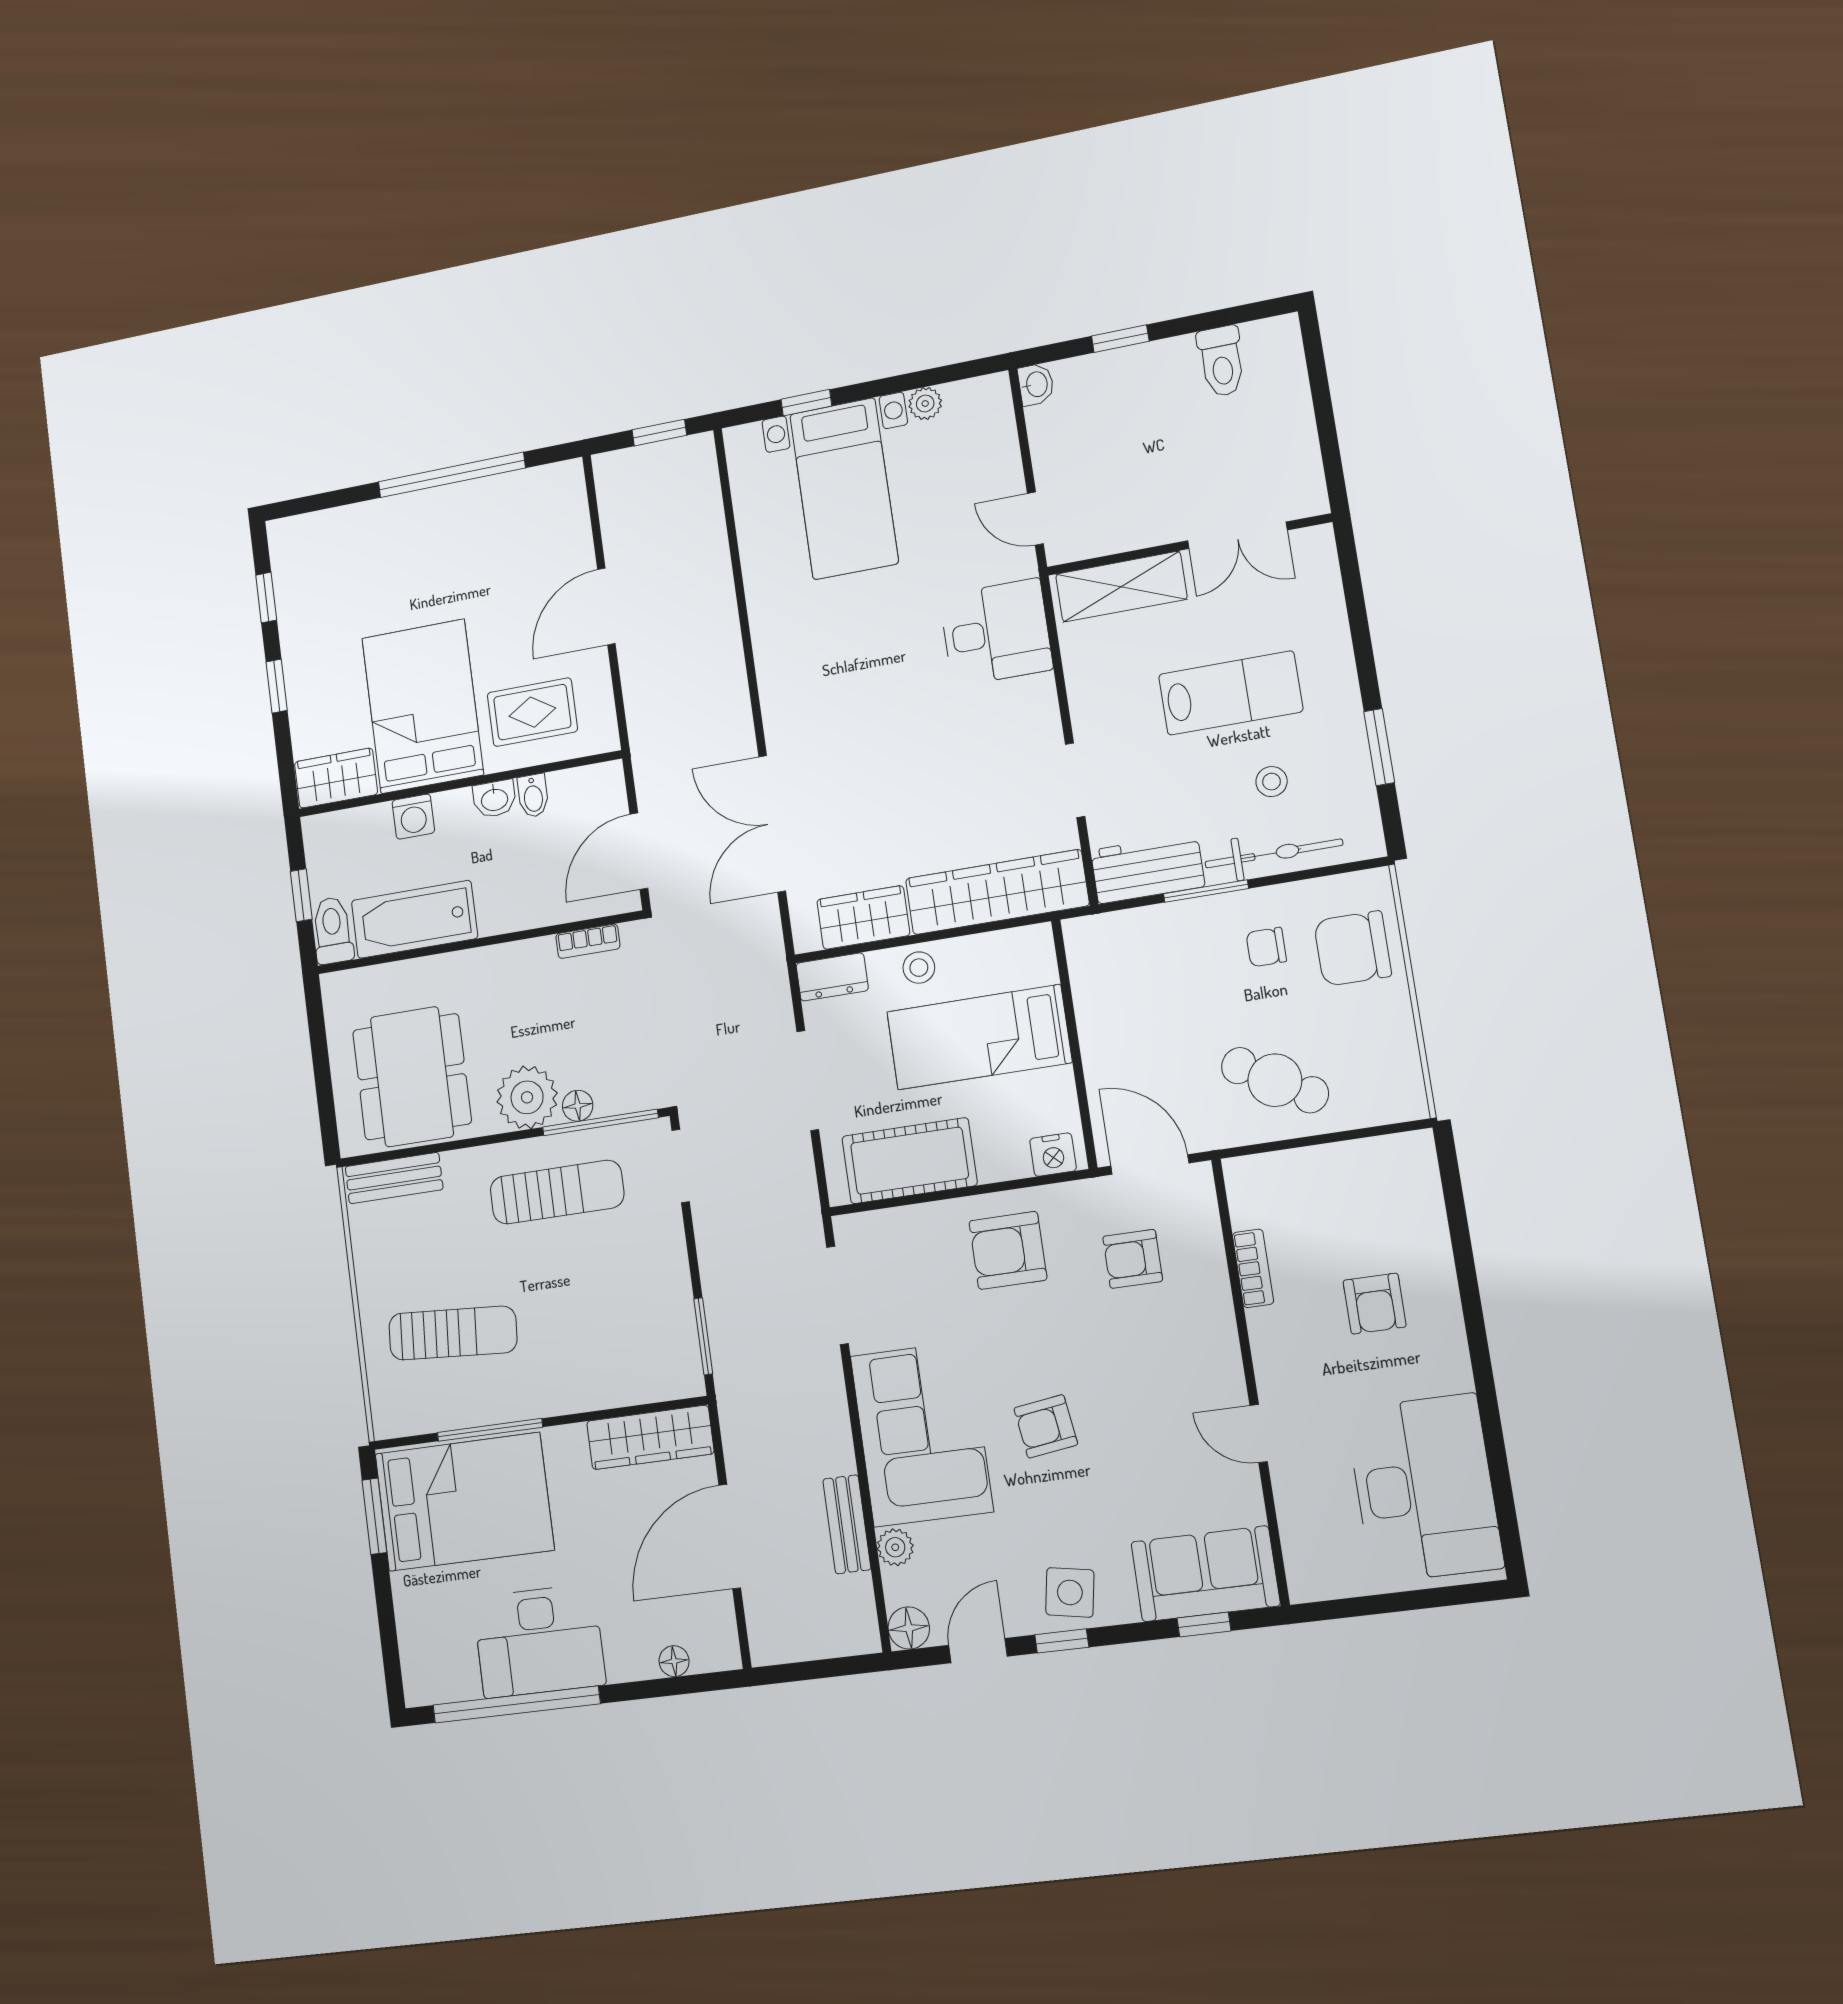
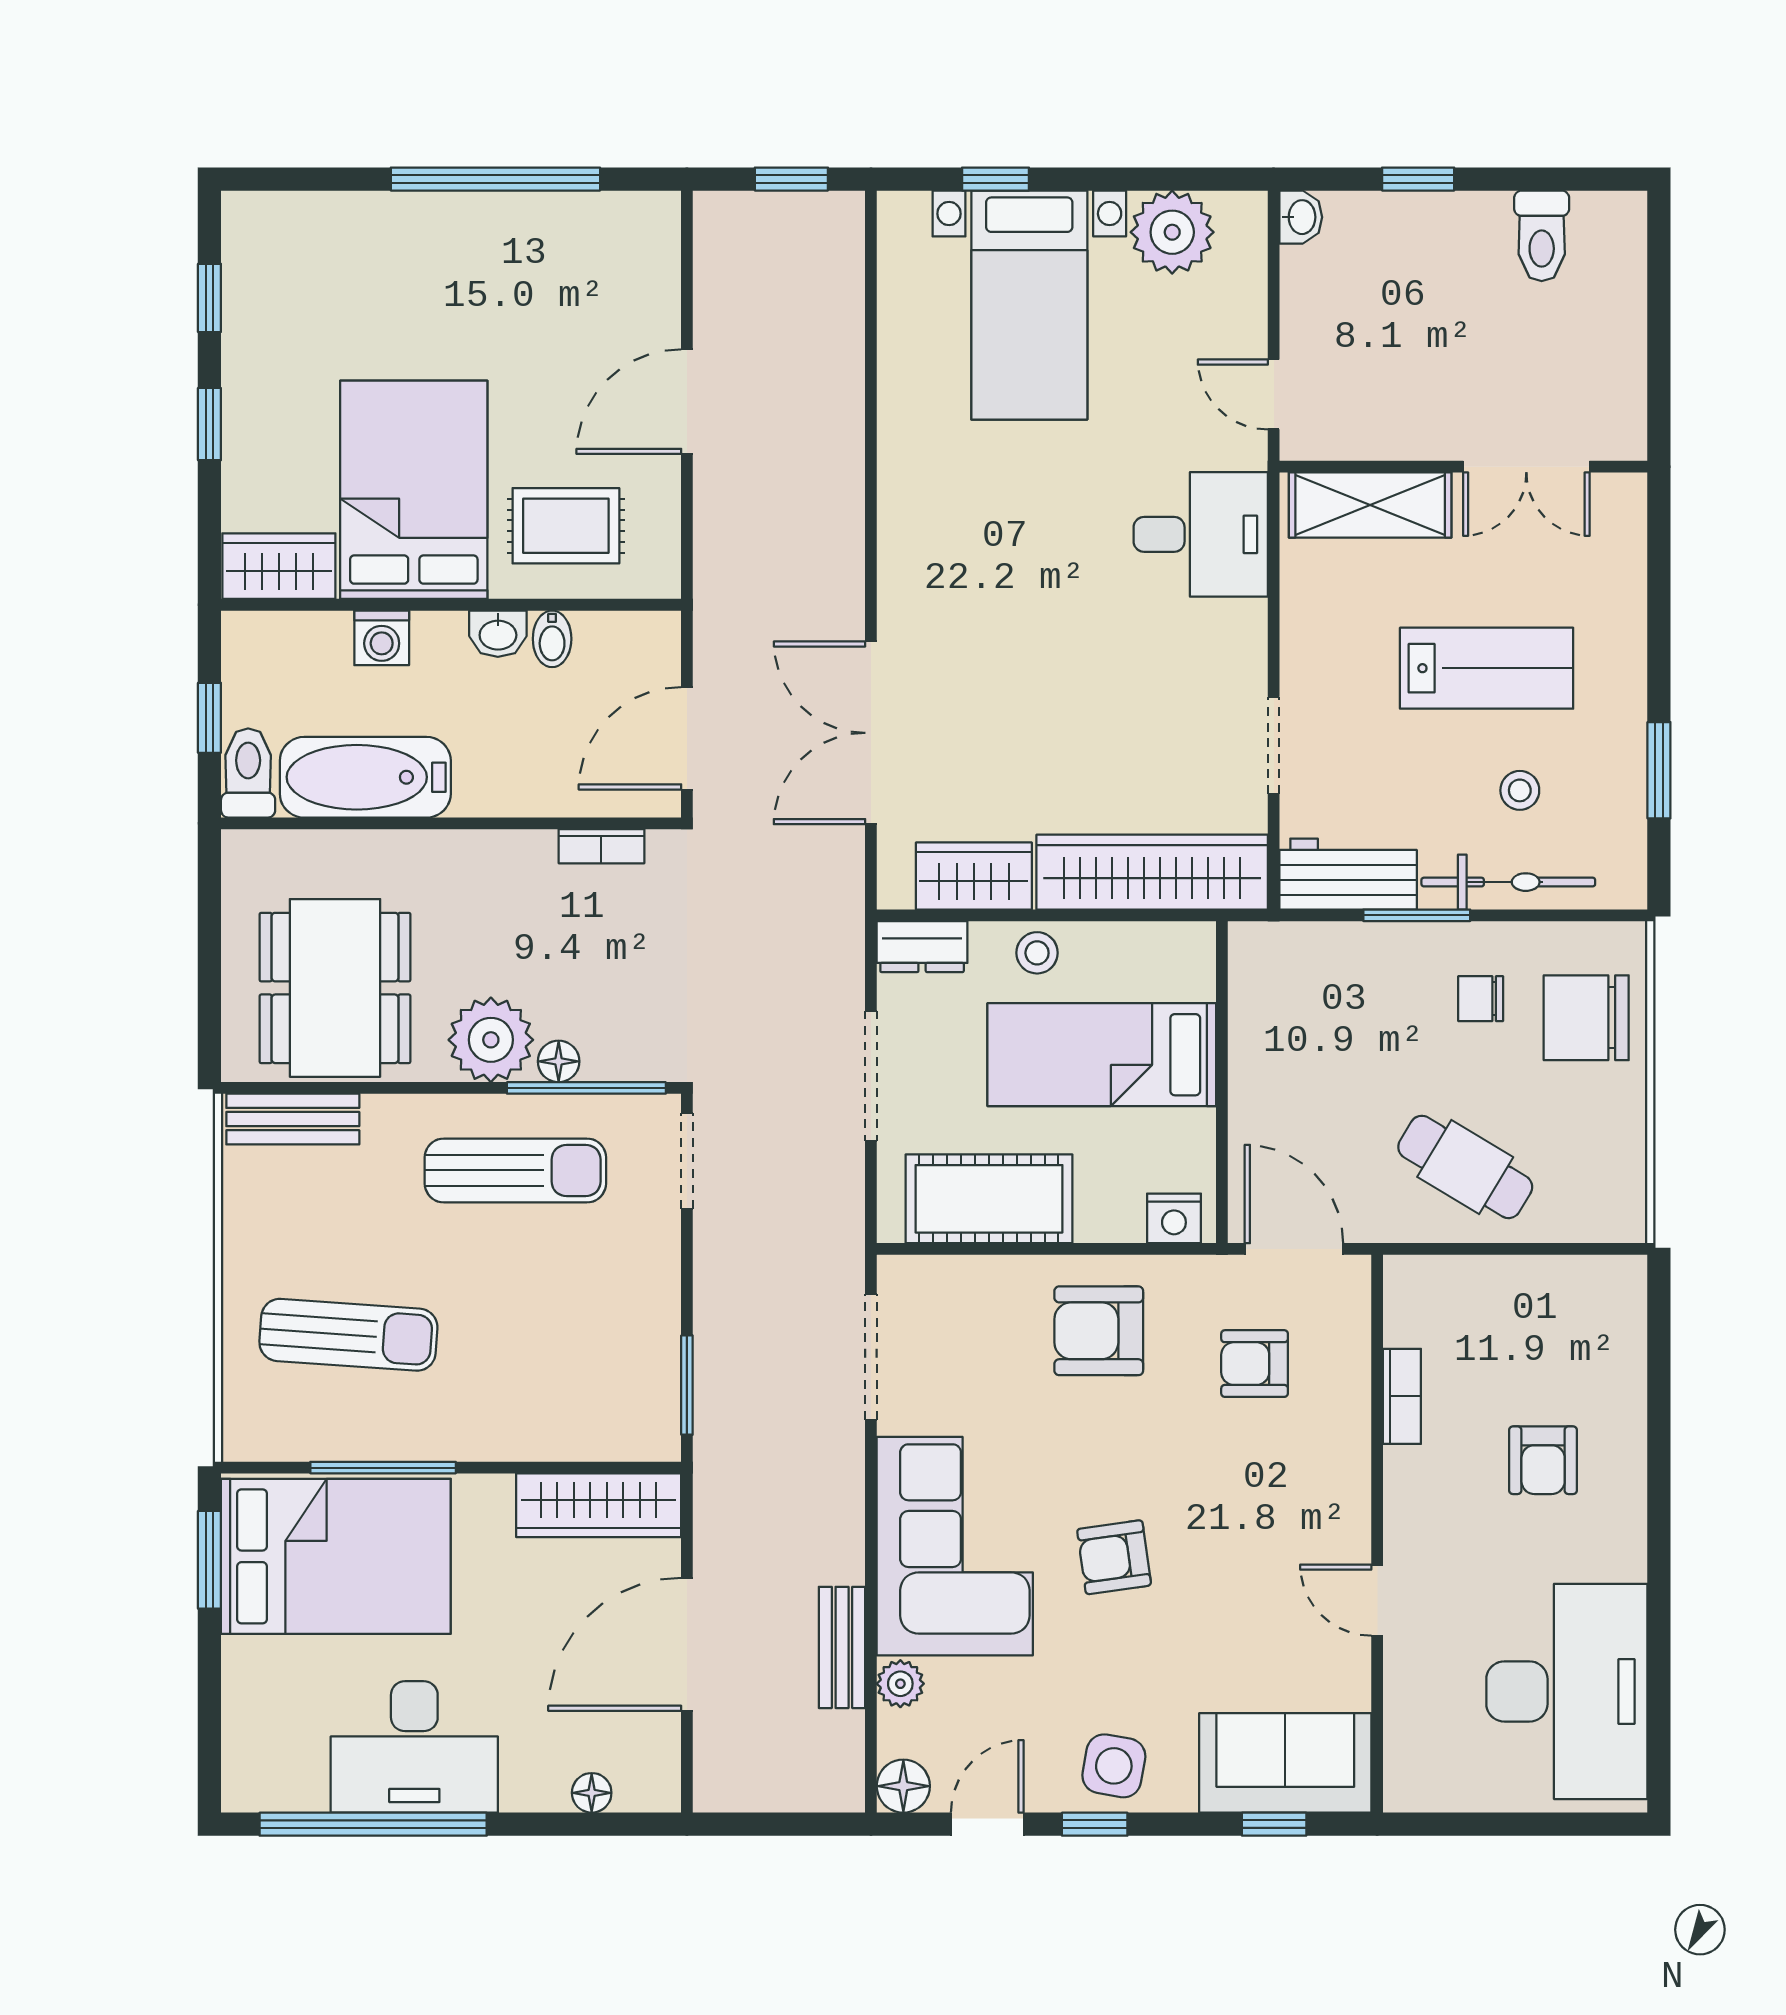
plant: (925, 403) -> (1172, 232), width x1.88, depth x1.88

